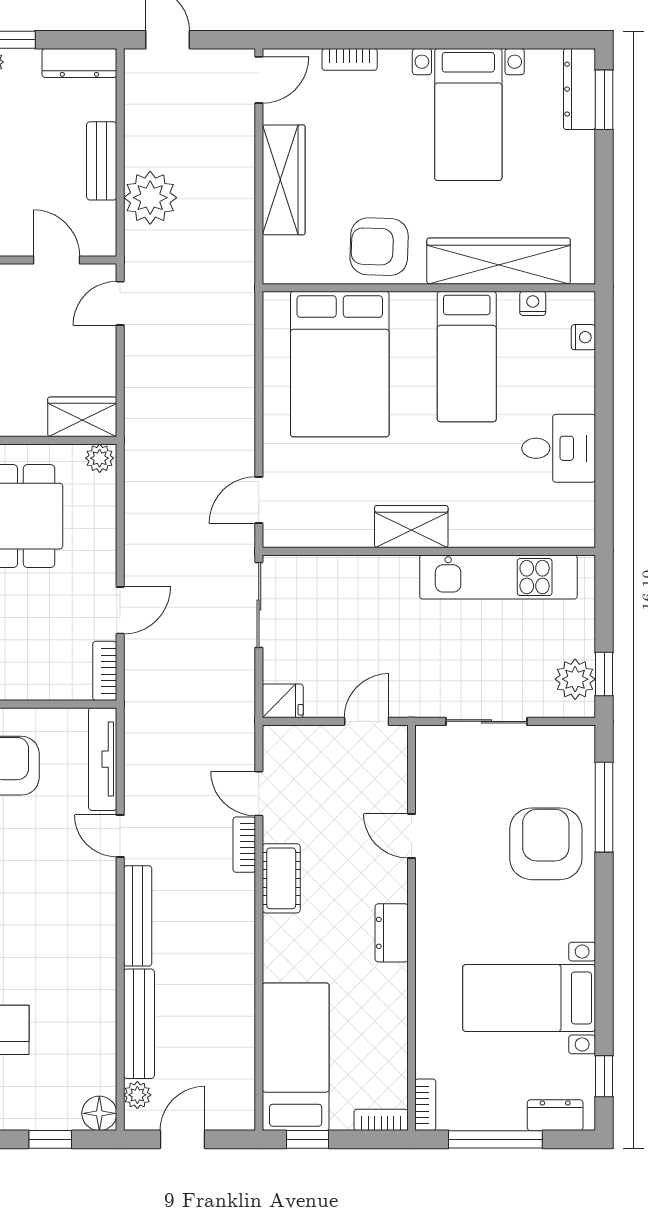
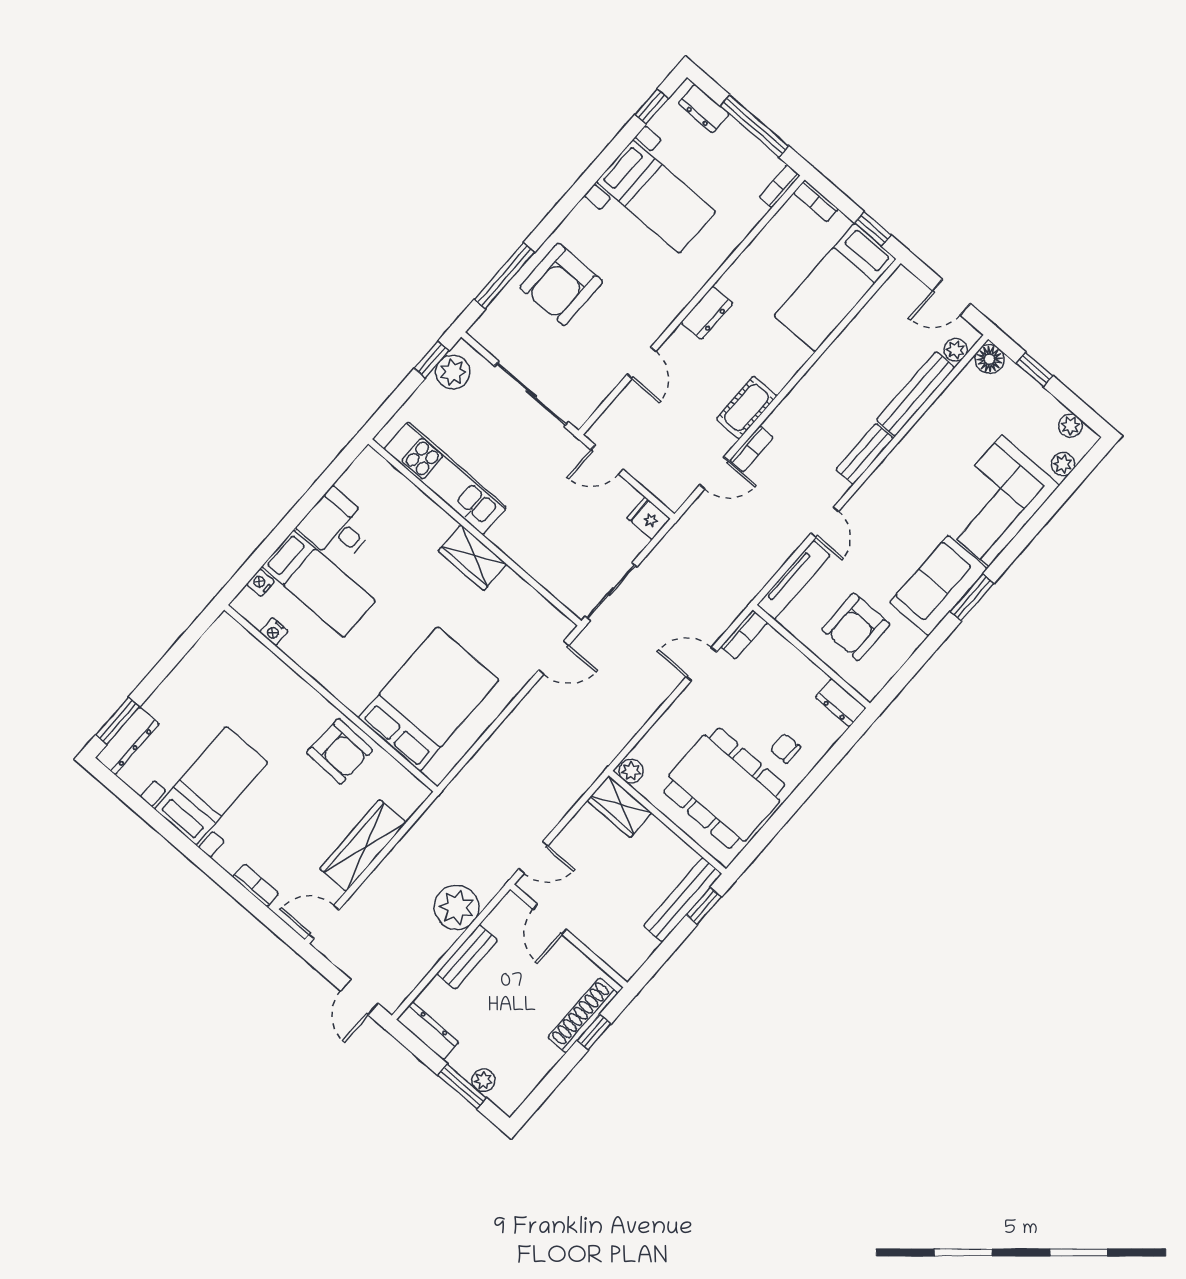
wardrobe: (499, 261) -> (272, 677), removed
bed: (467, 357) -> (319, 584), moved, turned 90
sliding door: (487, 721) -> (532, 394), width x1.37
door: (259, 794) -> (714, 473), hinge flipped
bench: (138, 916) -> (865, 454), width x0.73

